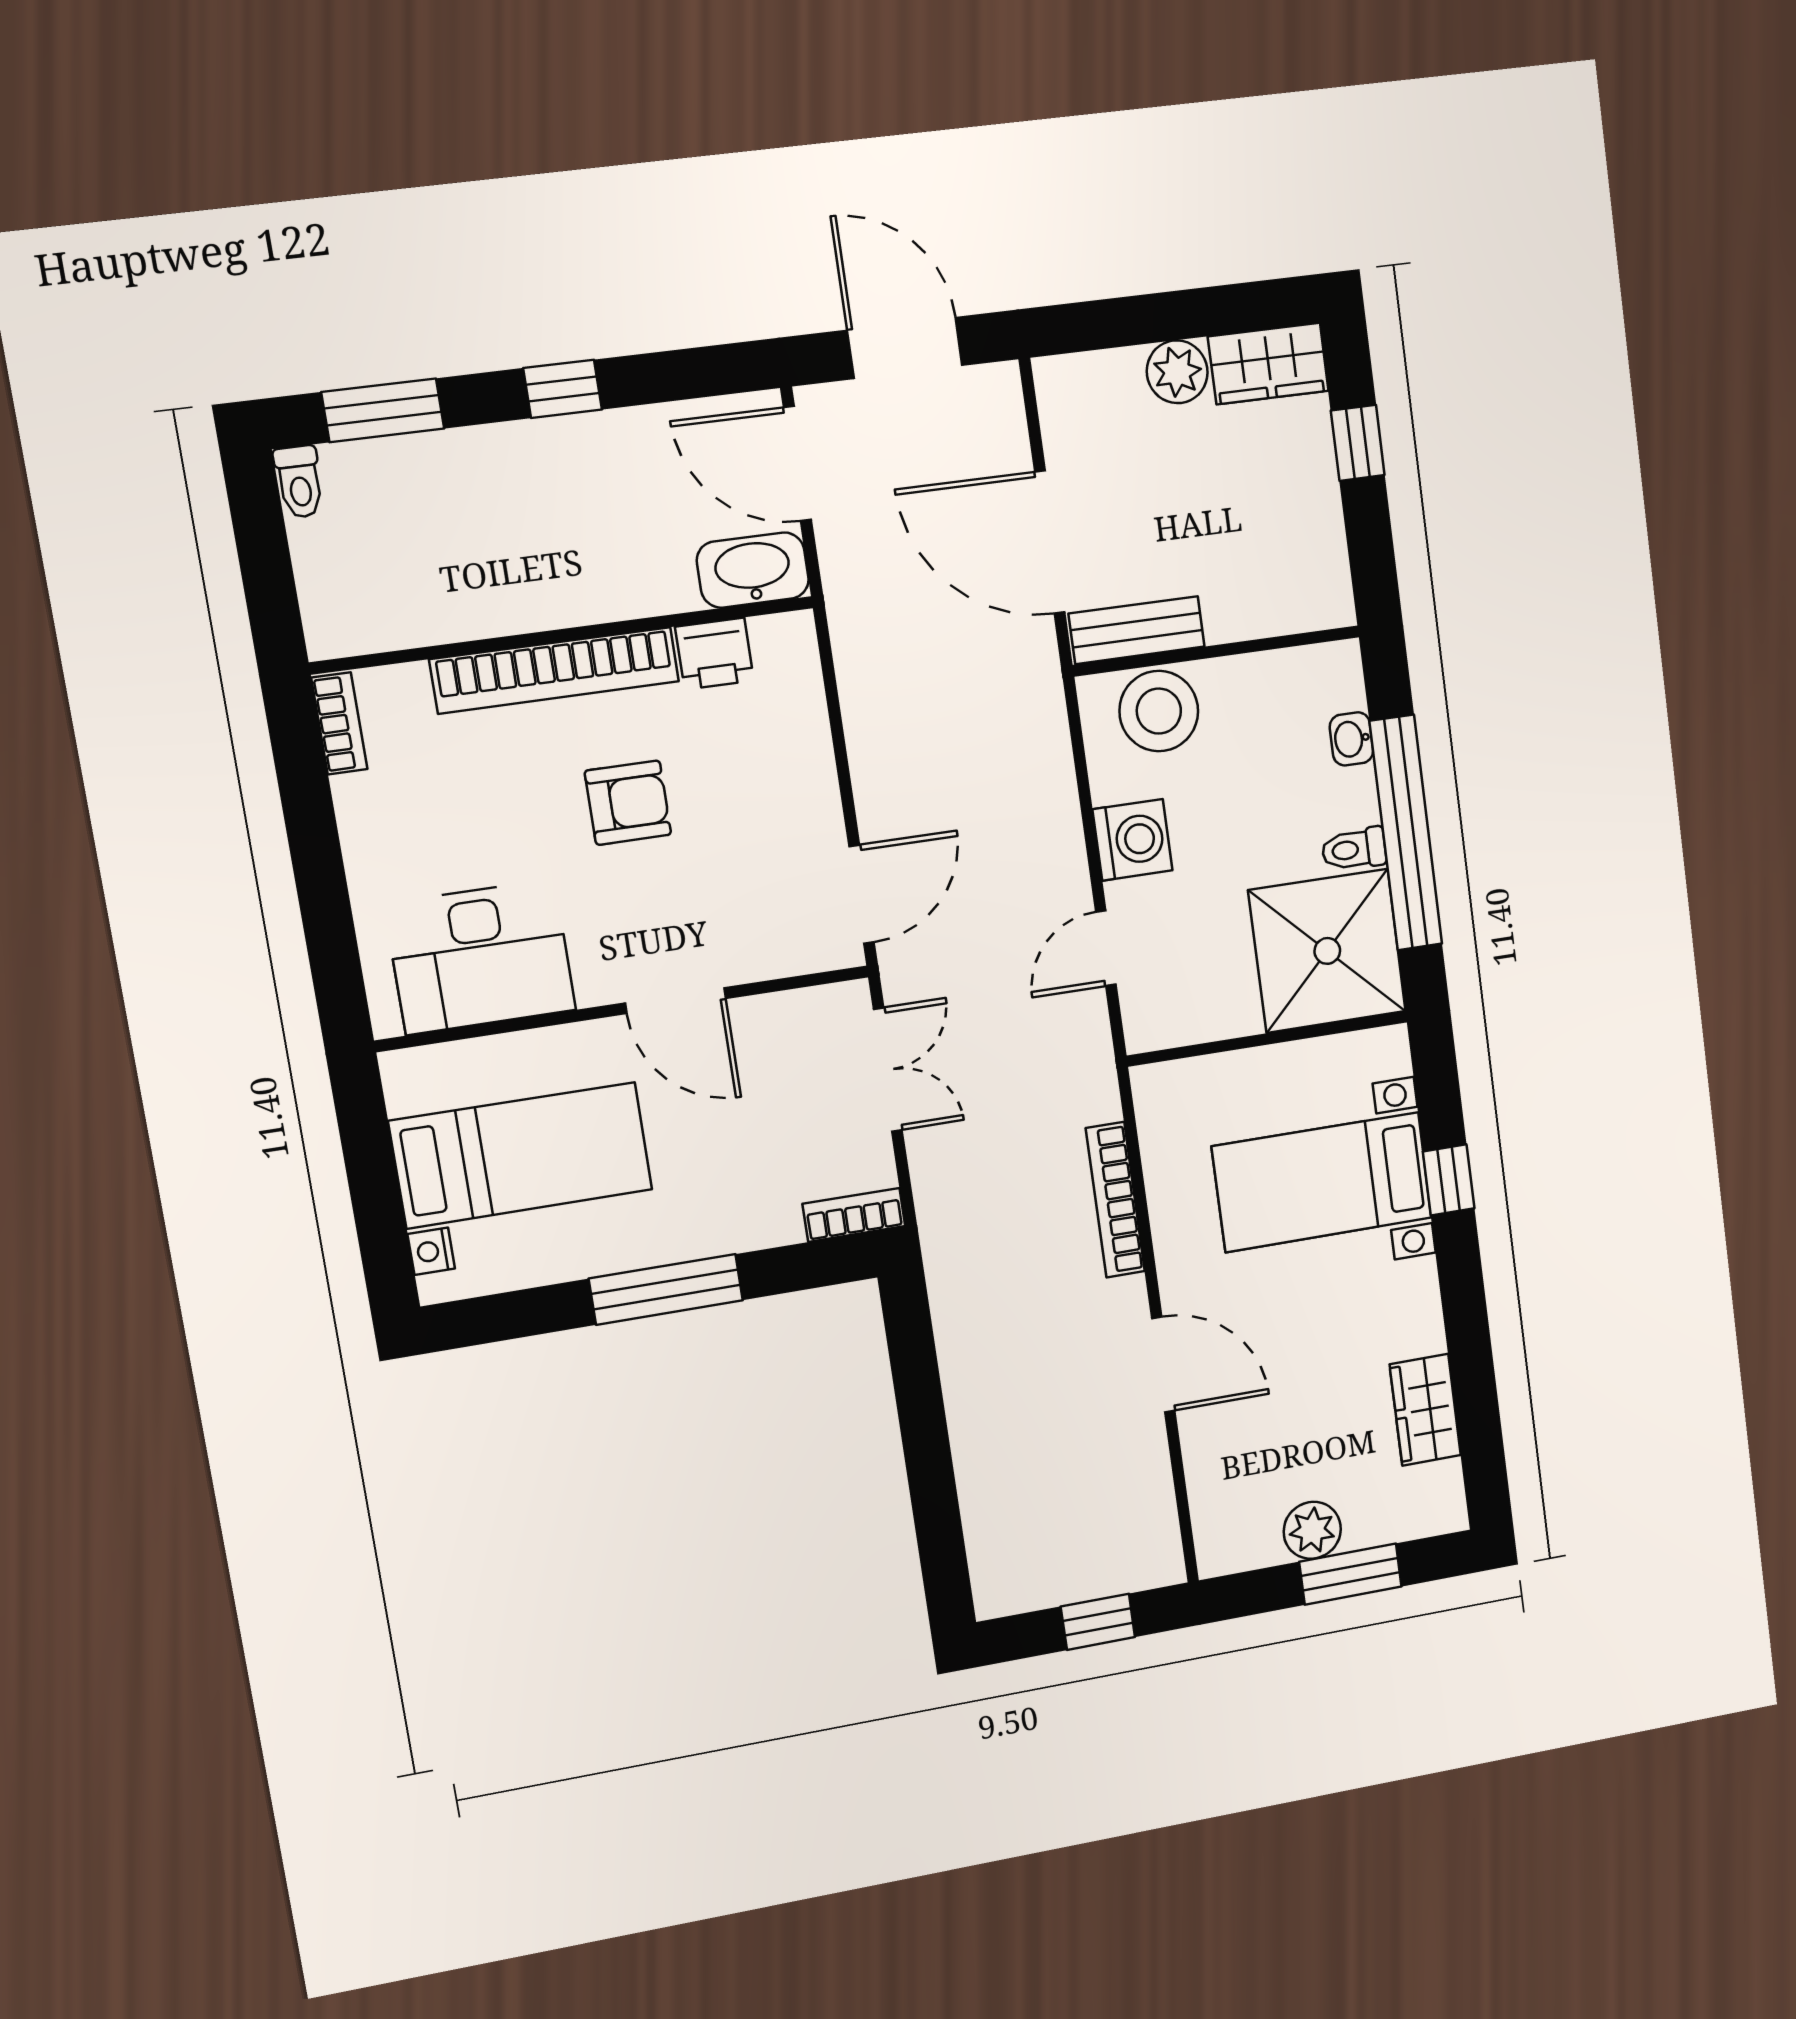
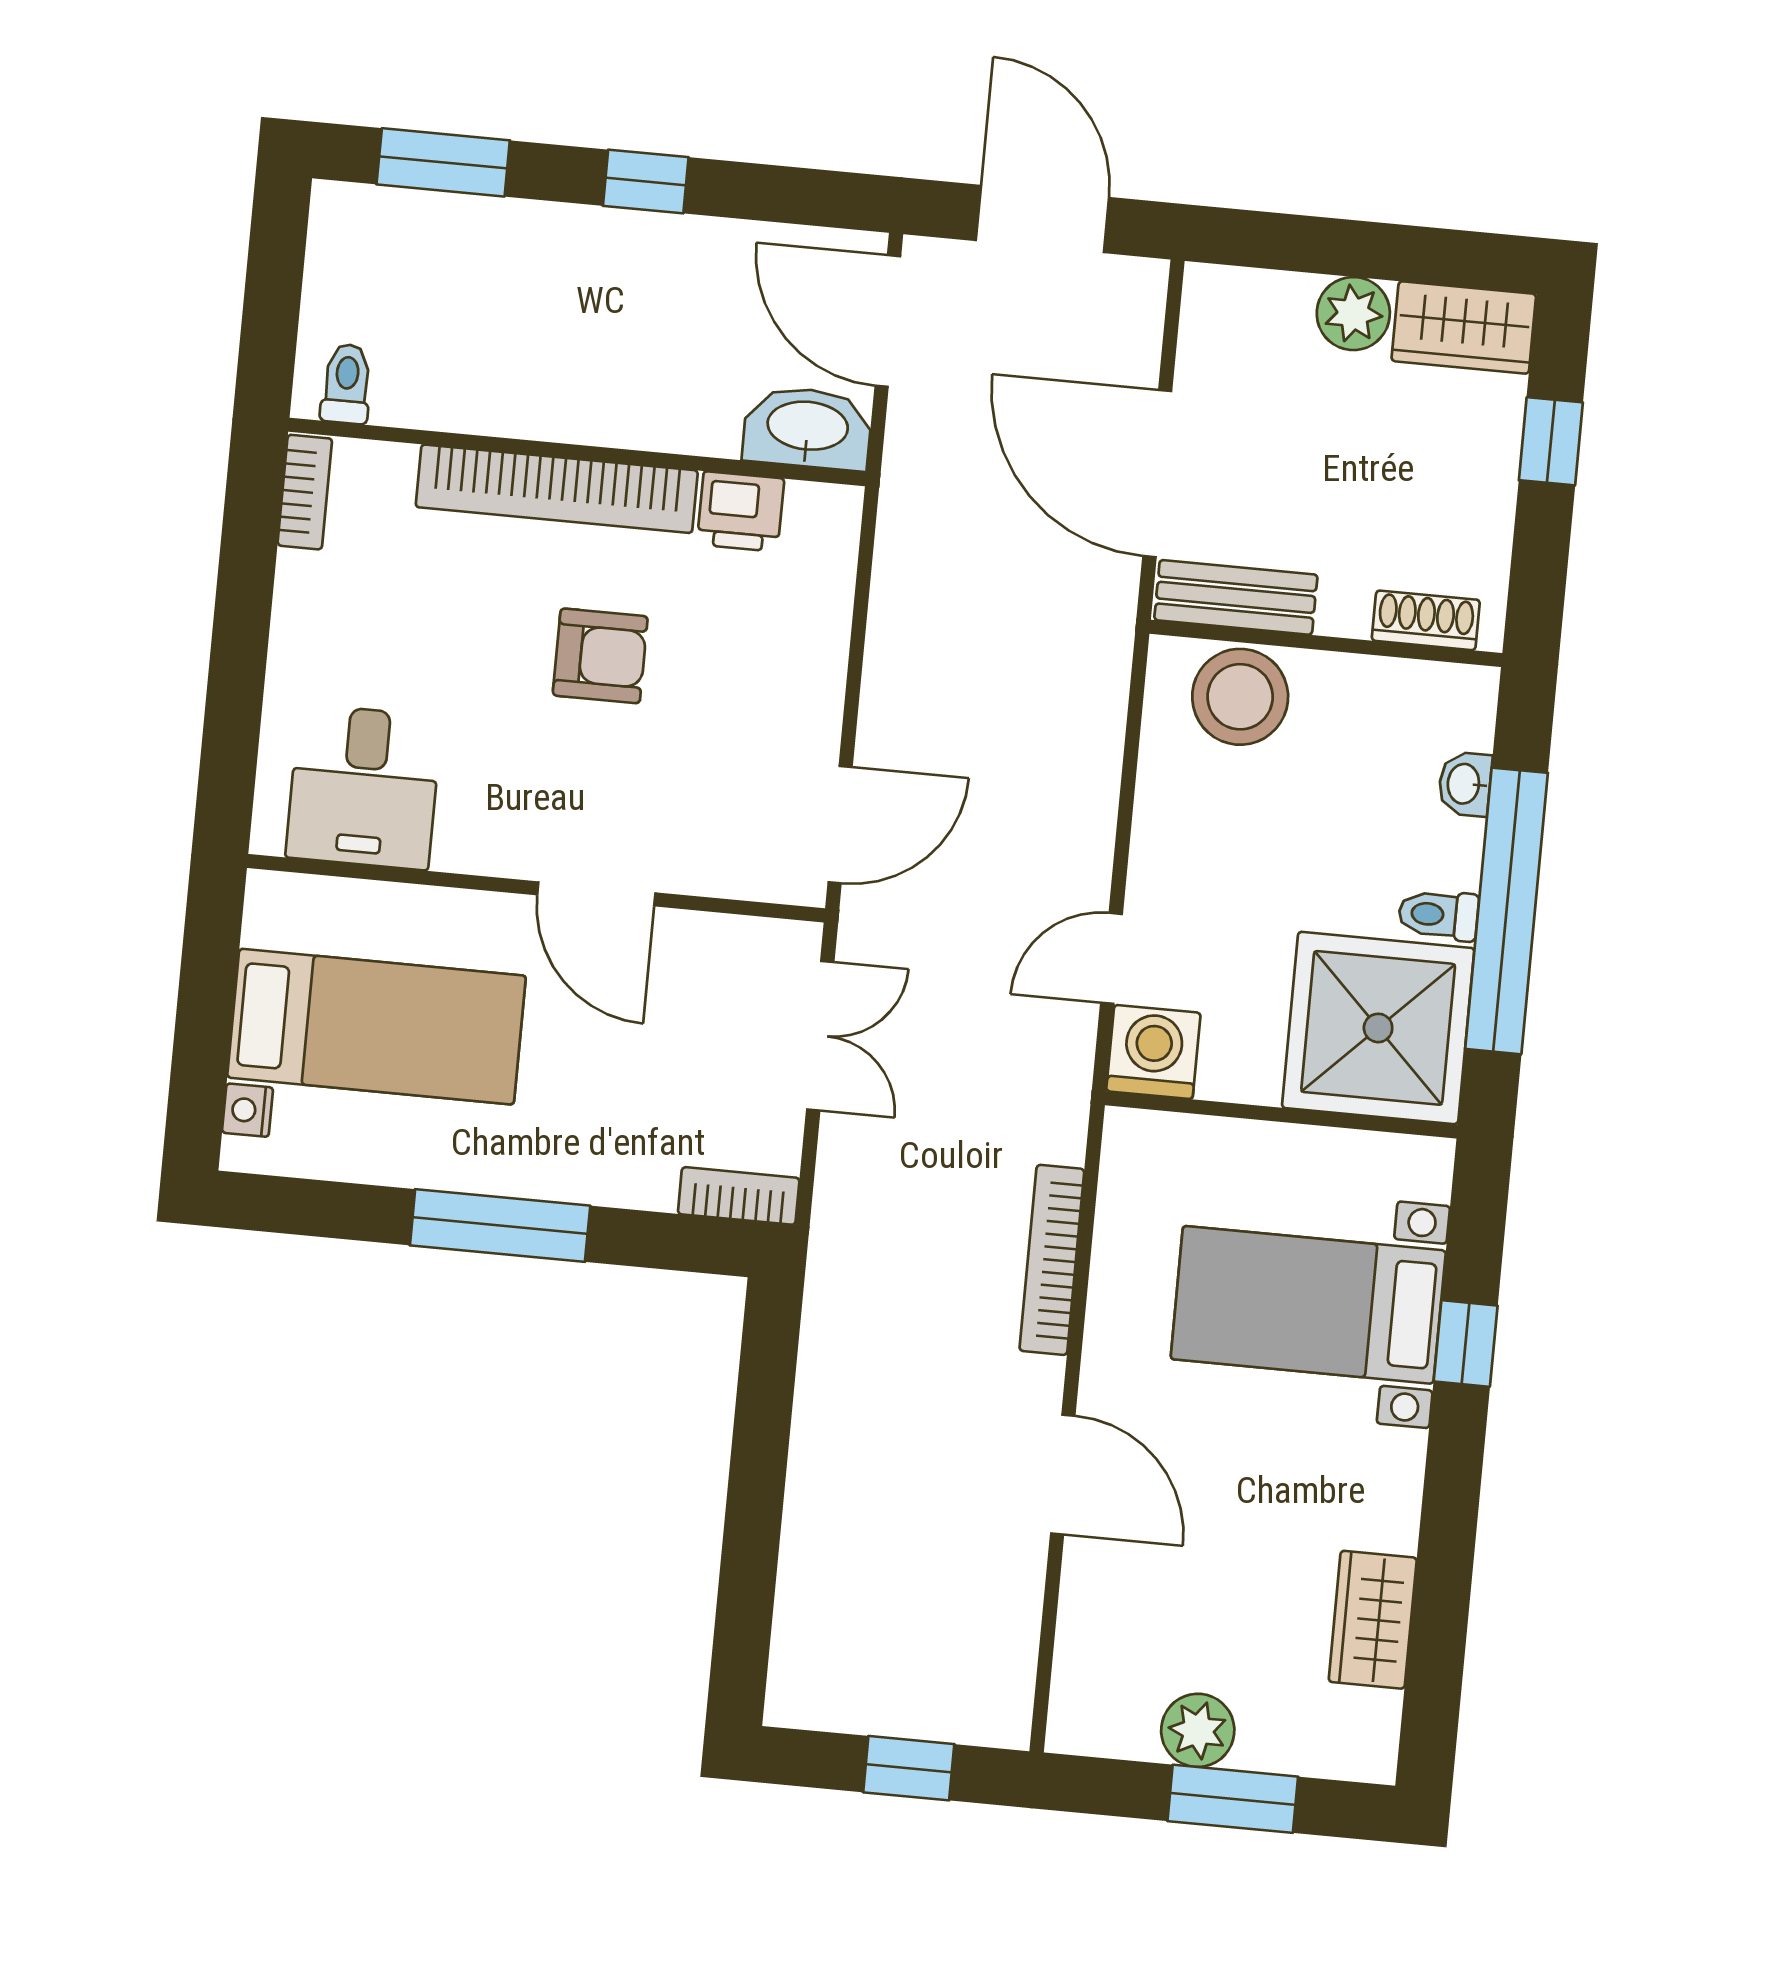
toilet: (299, 482) -> (347, 384), moved, turned 180
shoe rack: (1292, 613) -> (1426, 620), added
washing machine: (1133, 840) -> (1153, 1052), moved, turned -90
desk: (480, 957) -> (364, 787), width x0.73

